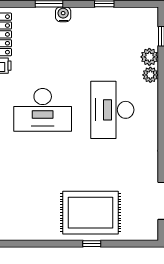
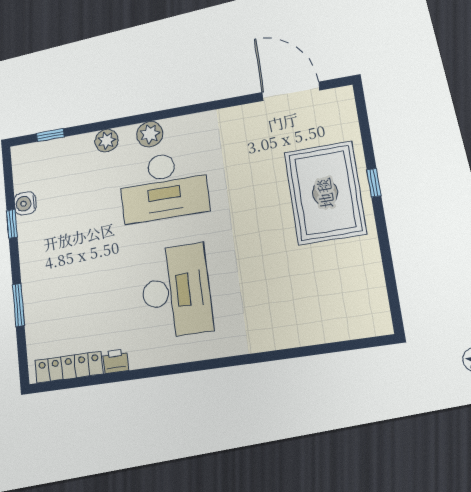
water cooler: (63, 14) -> (25, 203), moved
plant: (149, 57) -> (150, 134), moved

